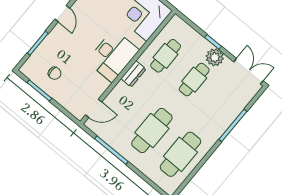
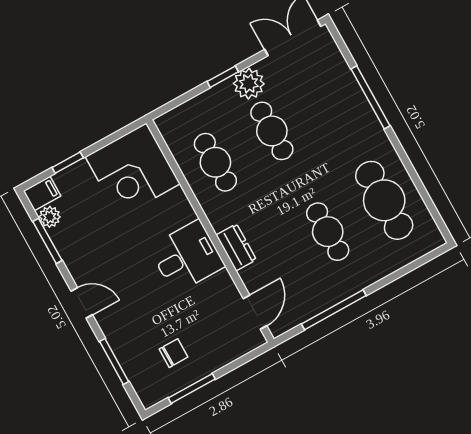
desk: (113, 56) -> (187, 257), width x0.73
dresser: (133, 74) -> (236, 247), moved
cafe table: (152, 131) -> (328, 232), width x0.73, depth x0.74

